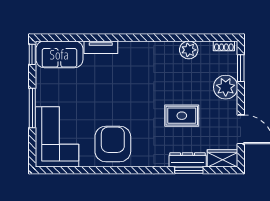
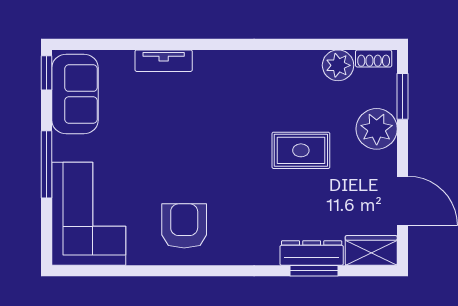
plant: (189, 50) -> (338, 65), moved
sofa: (59, 54) -> (75, 94), moved, turned -90
rug: (182, 116) -> (301, 150), moved
armchair: (113, 144) -> (184, 226), width x0.73, depth x0.73

